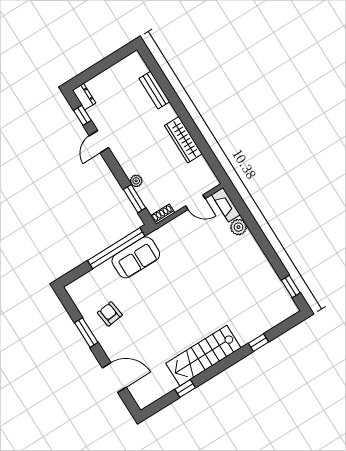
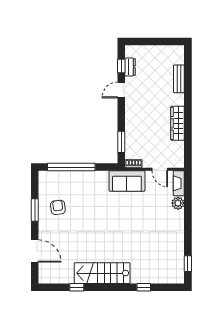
dresser: (84, 97) -> (130, 67), moved
plant: (136, 181) -> (130, 131), removed
window: (116, 248) -> (71, 167), moved
sofa: (136, 257) -> (127, 181), moved

